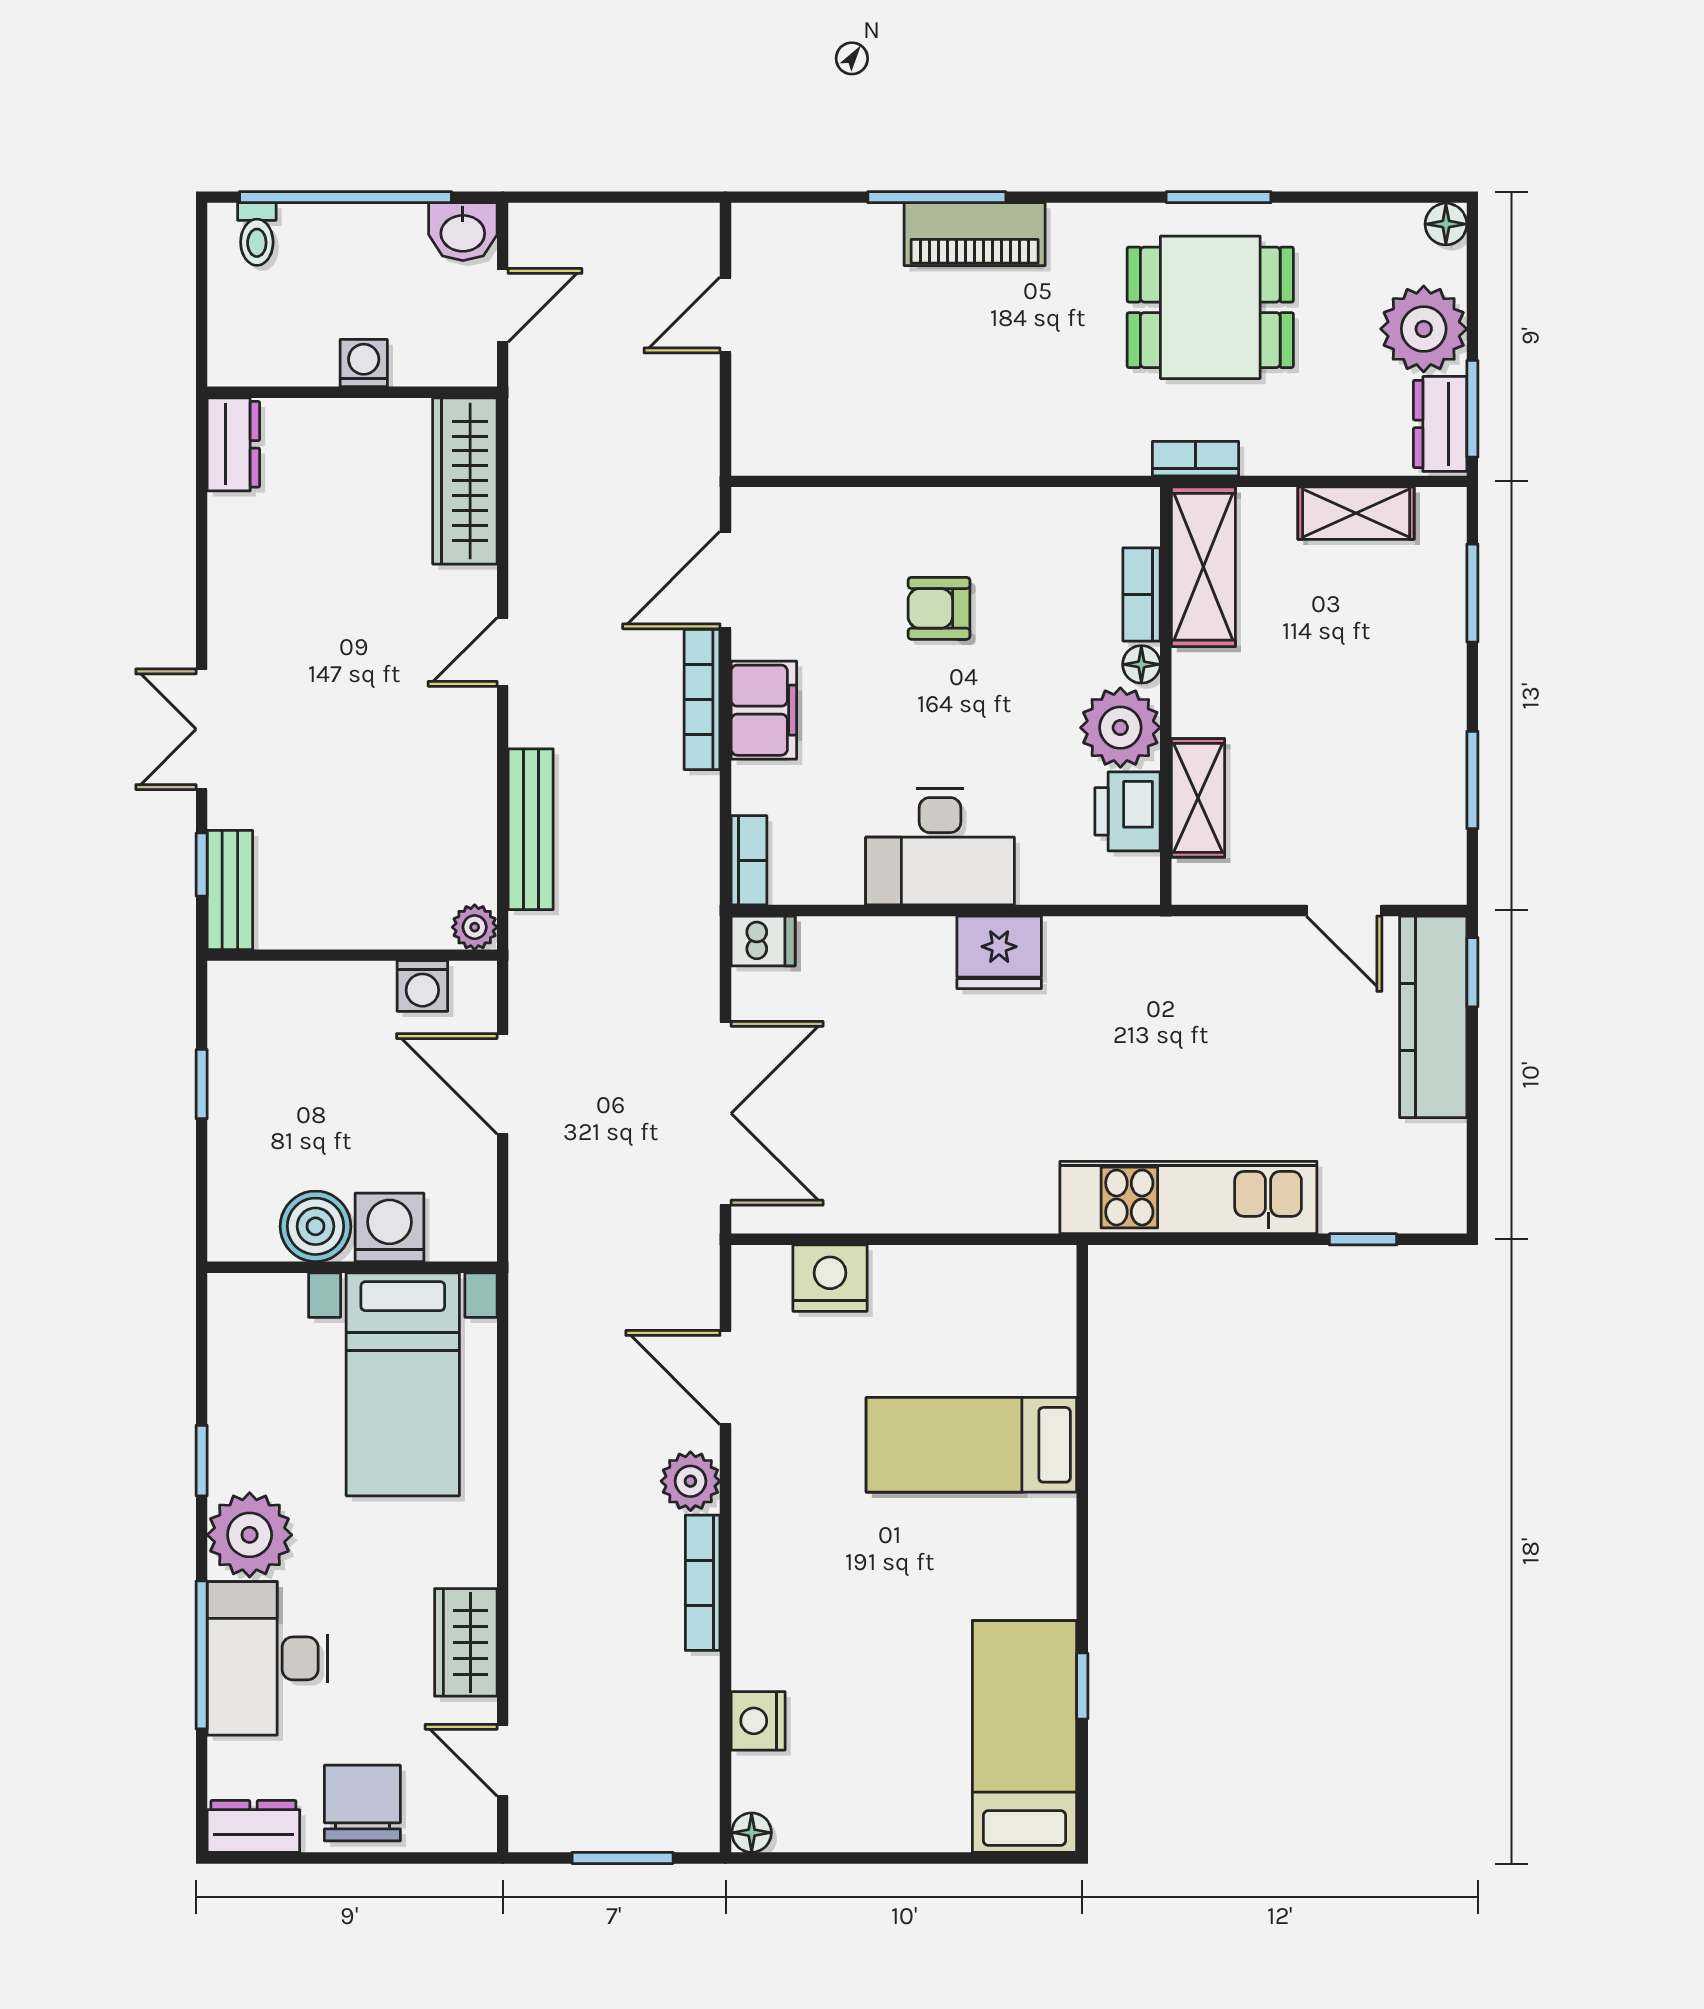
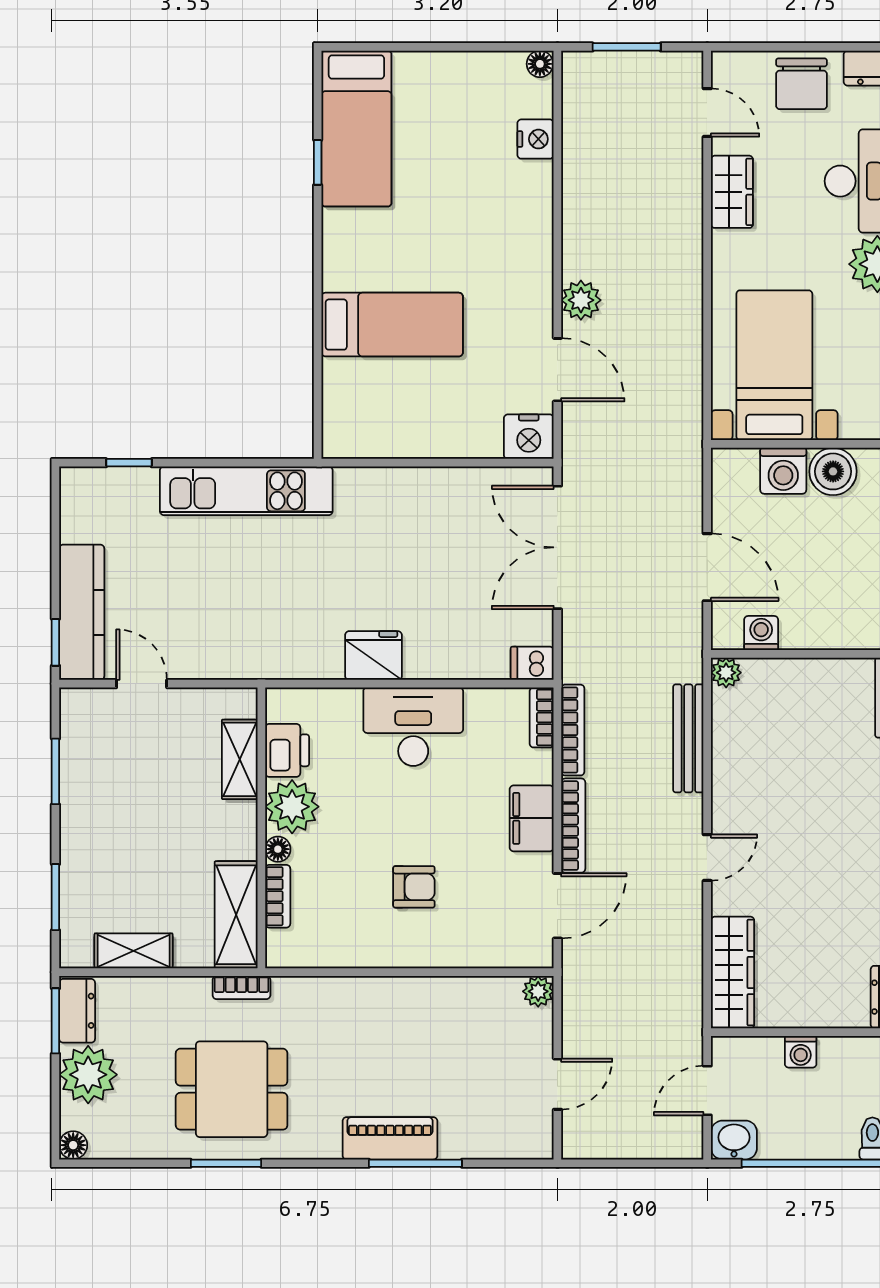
plant: (754, 453) -> (538, 991), added
nightstand: (830, 1278) -> (529, 437), moved
bookcase: (703, 1583) -> (573, 730), moved

